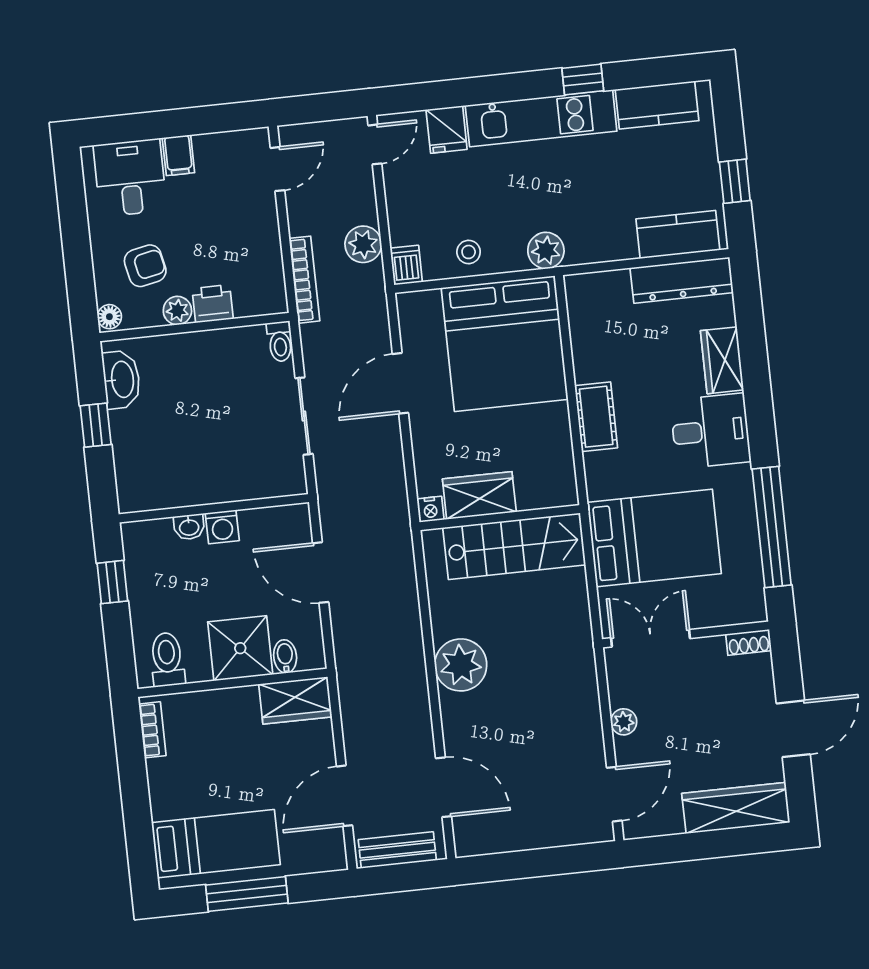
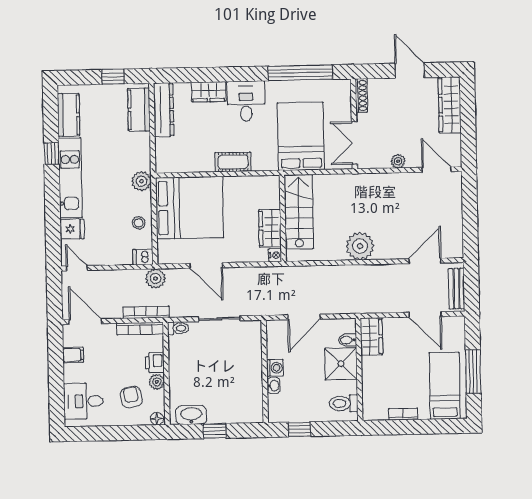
filing cabinet: (178, 155) -> (73, 355), moved
door: (278, 169) -> (85, 322), width x1.38
plant: (363, 244) -> (156, 279), moved
bookcase: (273, 271) -> (140, 329), added
shoe rack: (749, 642) -> (361, 96), width x1.43
bookcase: (152, 730) -> (403, 414), moved

